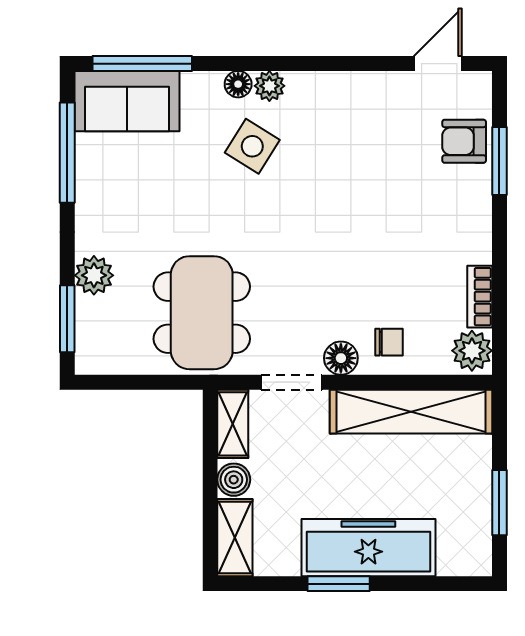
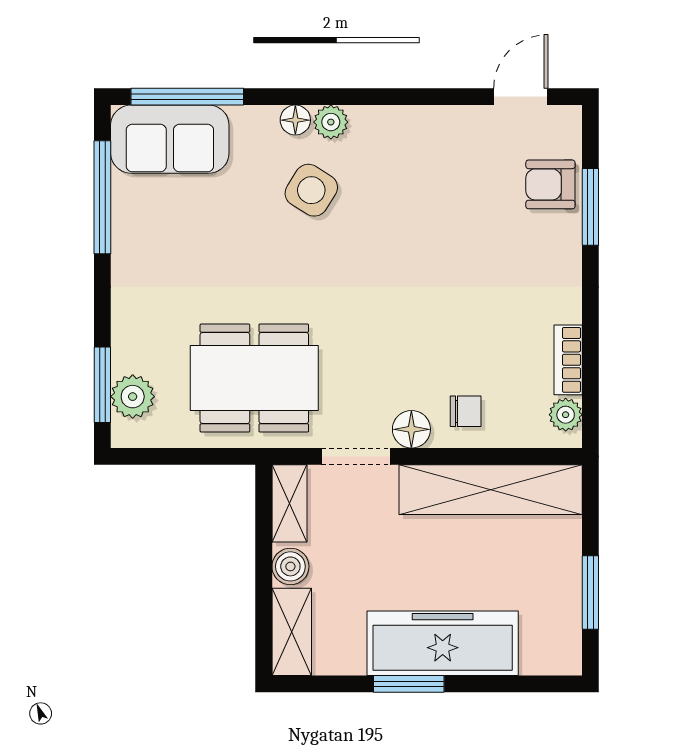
plant: (94, 275) -> (133, 397), moved
dining table: (202, 313) -> (254, 378), turned 90
plant: (472, 351) -> (566, 415), width x0.73, depth x0.73

